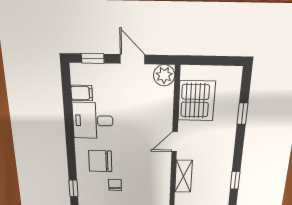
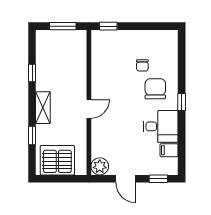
server rack: (196, 101) -> (57, 160), moved, turned 90
chair: (100, 161) -> (155, 89), turned -90
shelving: (183, 176) -> (43, 108), moved
window: (73, 188) -> (182, 102), moved

